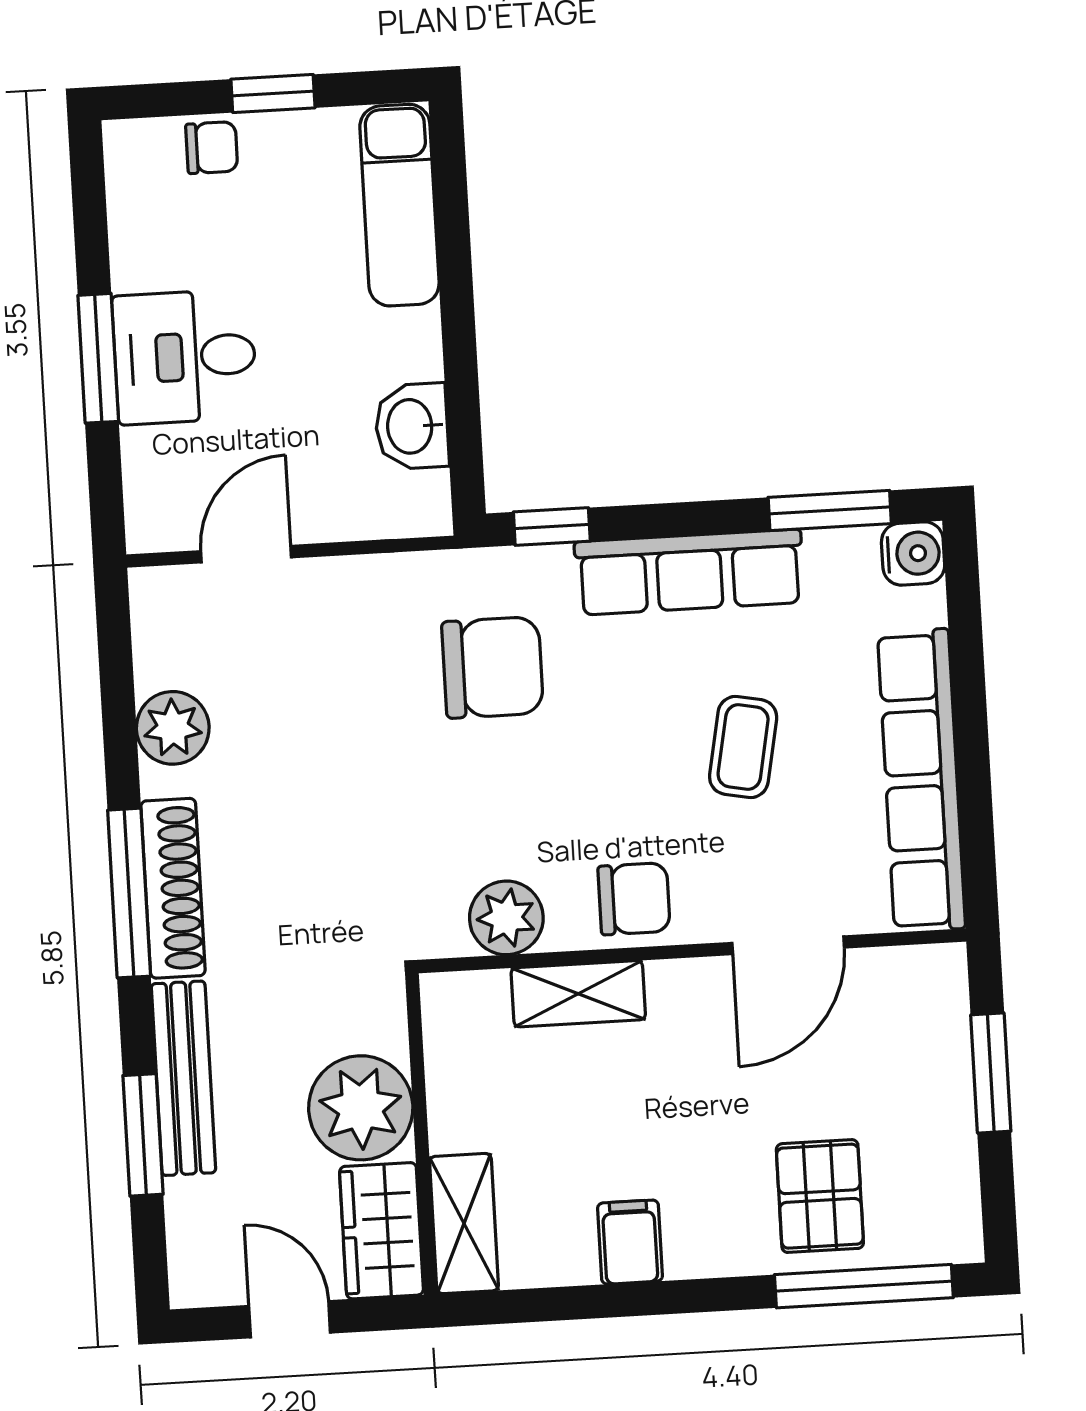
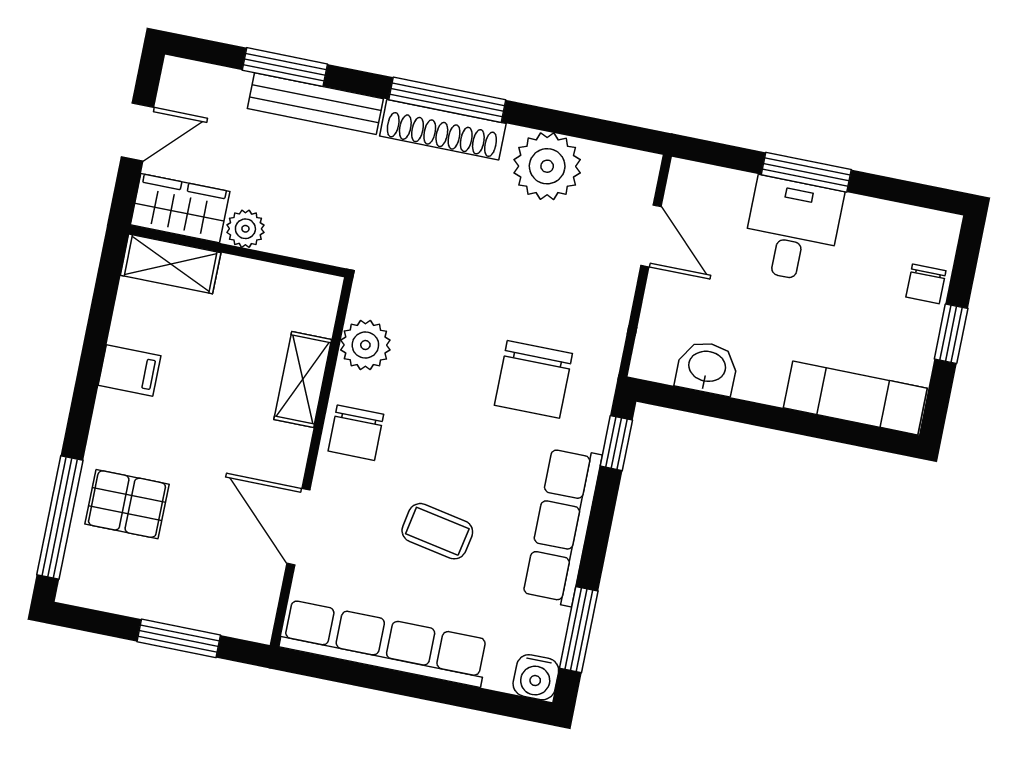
plant: (173, 728) -> (547, 166), width x1.36, depth x1.36
plant: (361, 1108) -> (245, 229), width x0.53, depth x0.53

